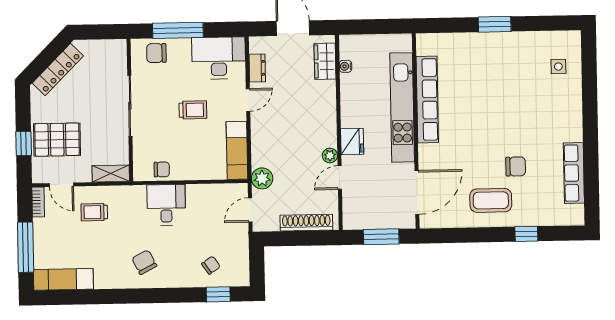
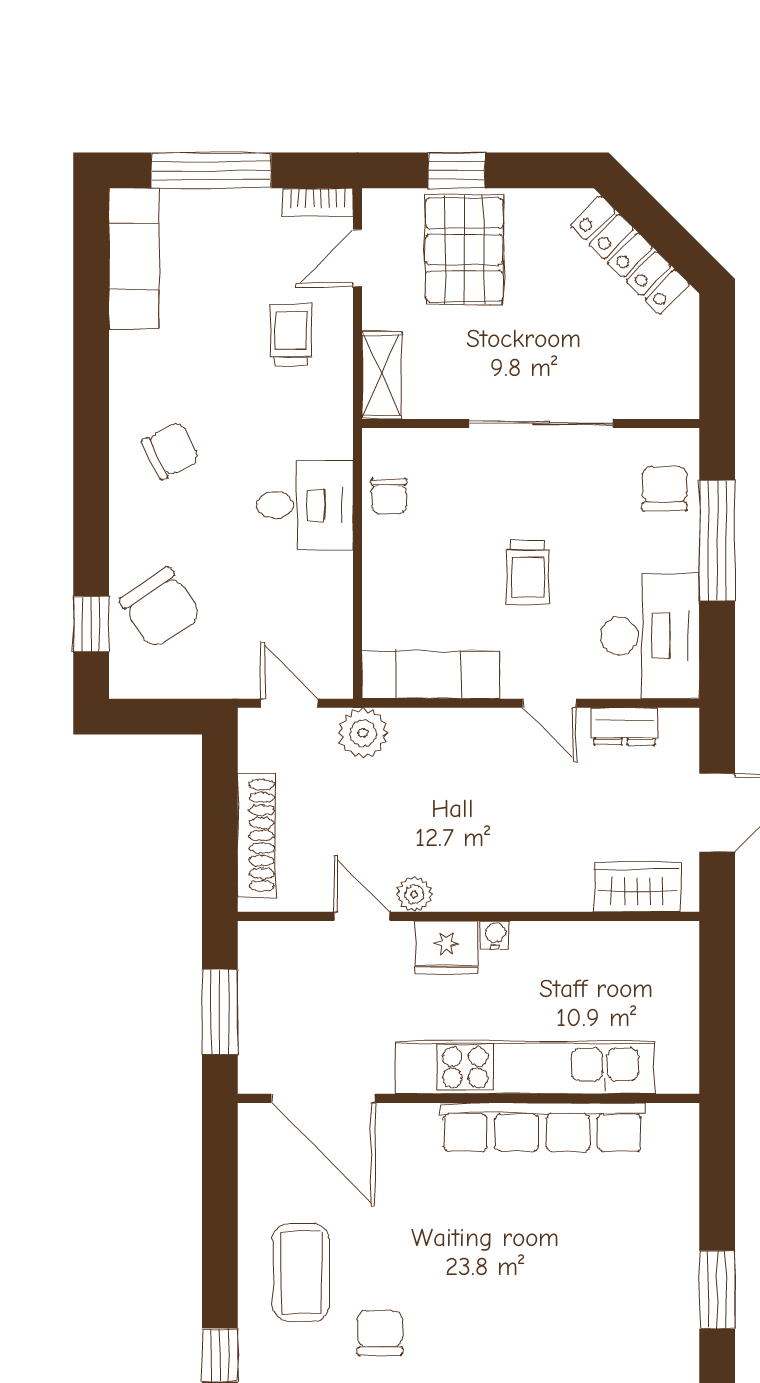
water cooler: (345, 66) -> (495, 935), moved
chair: (516, 166) -> (380, 1333), turned 180
chair: (211, 265) -> (160, 608), width x1.87, depth x1.87

